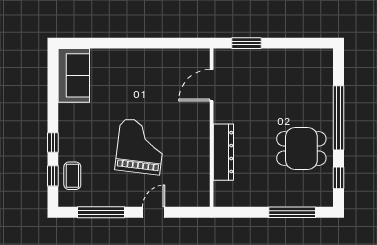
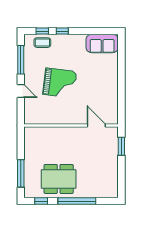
dining table: (301, 148) -> (59, 179), width x1.38
dresser: (223, 152) -> (56, 132), removed

